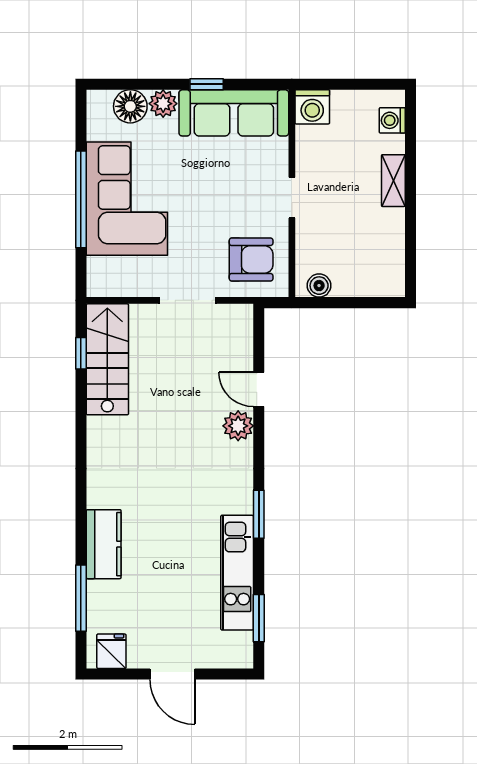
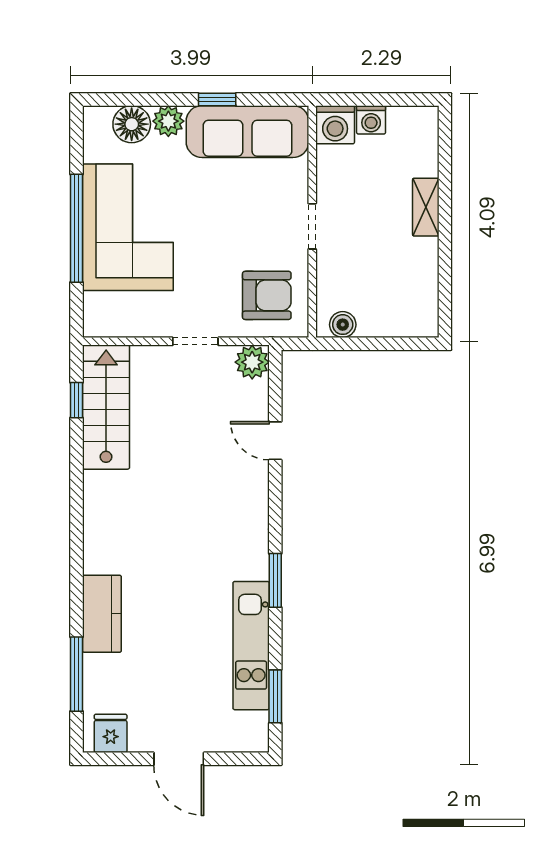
washing machine: (392, 120) -> (371, 120), moved, turned -90
doorway: (187, 300) -> (195, 341), width x0.73
plant: (238, 426) -> (252, 362), moved

